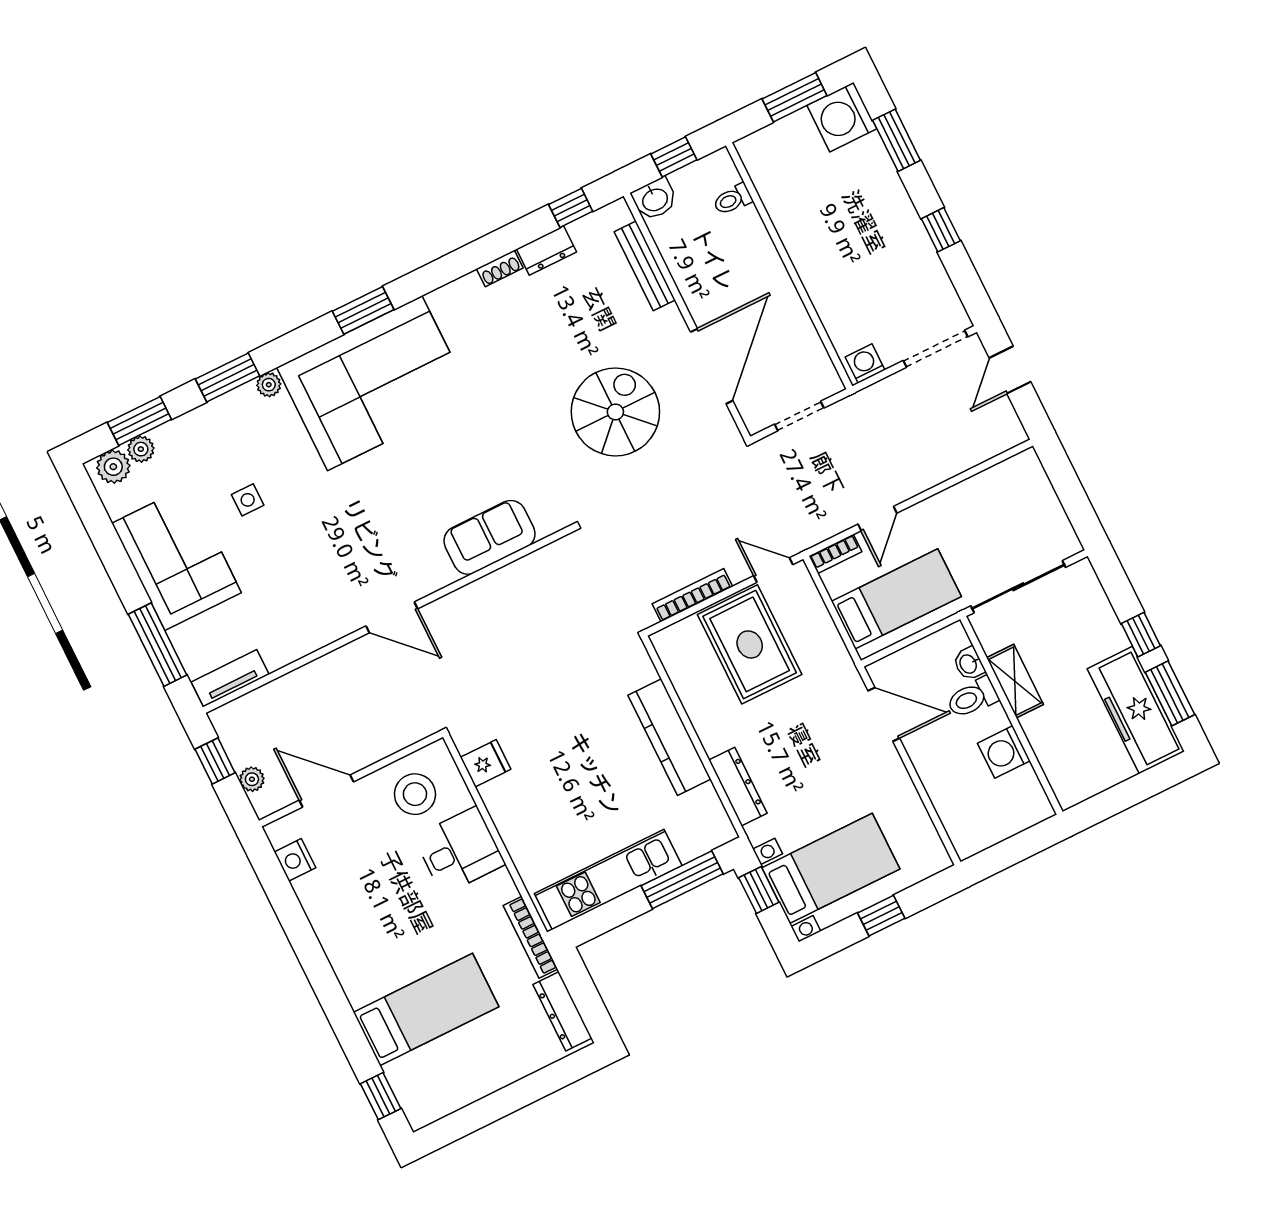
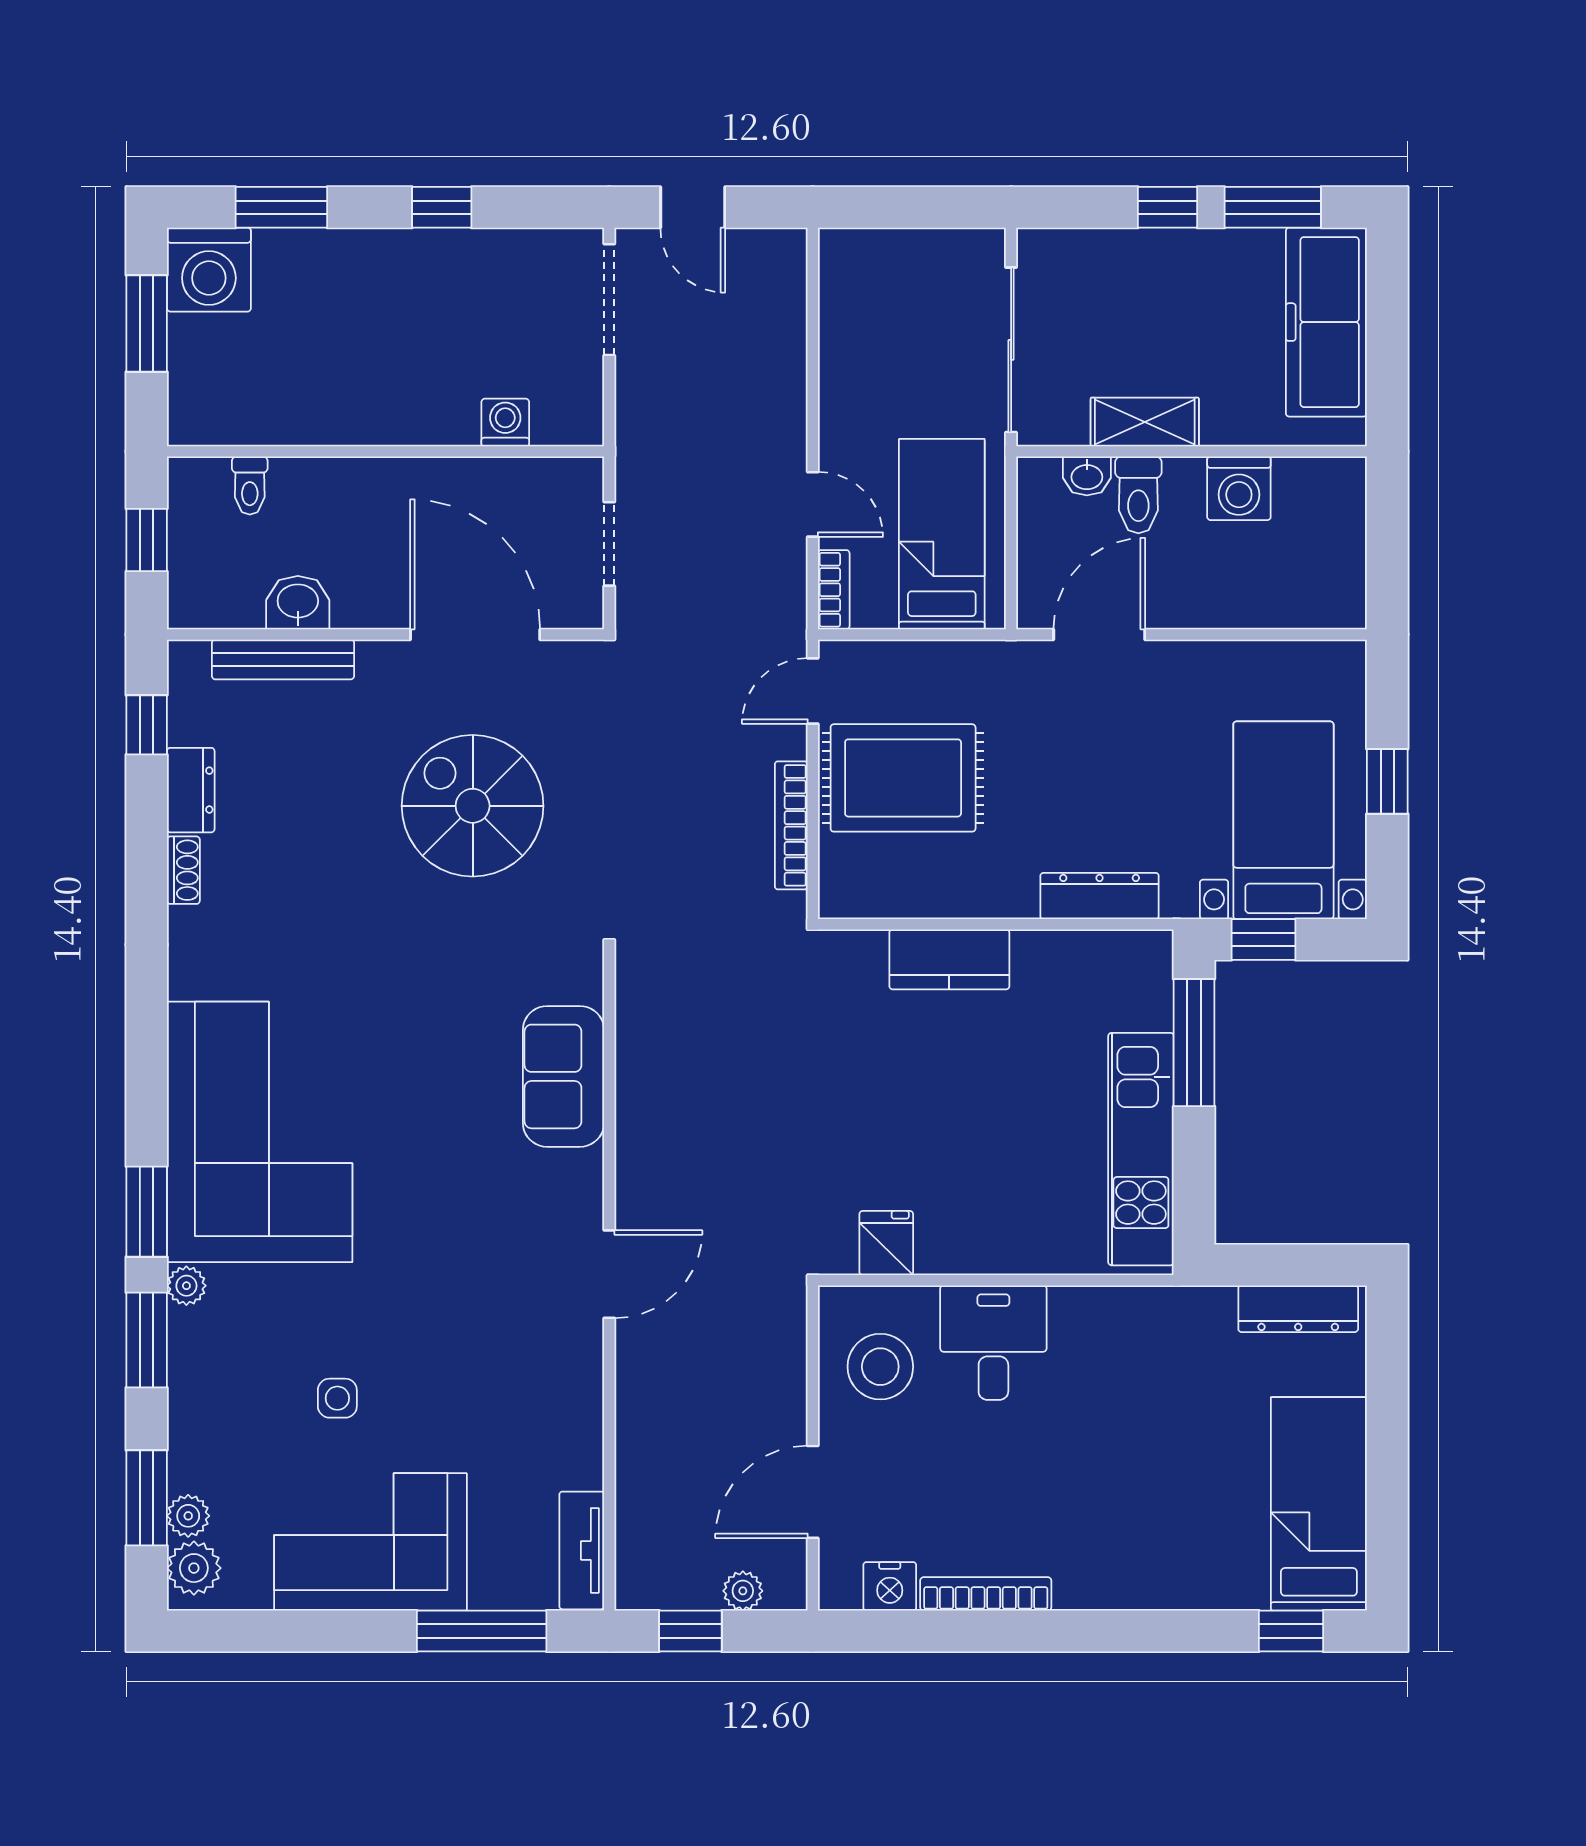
washbasin: (655, 199) -> (298, 603), moved, turned -90
window: (363, 310) -> (147, 1212), moved
washing machine: (865, 363) -> (505, 423), moved, turned 90
freezer: (1136, 710) -> (1326, 322), moved, turned 90
kitchen counter: (669, 737) -> (949, 959), width x0.67
bookcase: (530, 937) -> (986, 1594), moved, turned 180
bed: (426, 1010) -> (1319, 1504), moved

